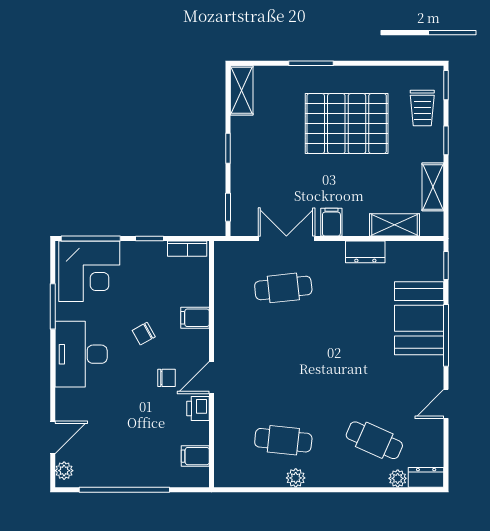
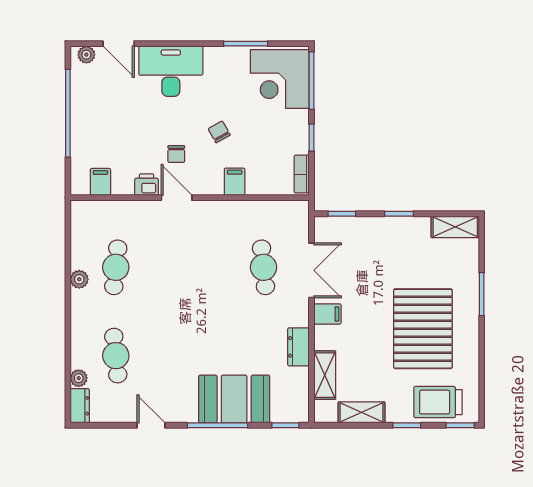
trolley: (422, 108) -> (438, 402), width x1.36, depth x1.39
desk: (81, 354) -> (171, 71), moved
cafe table: (374, 440) -> (116, 356), turned -30

